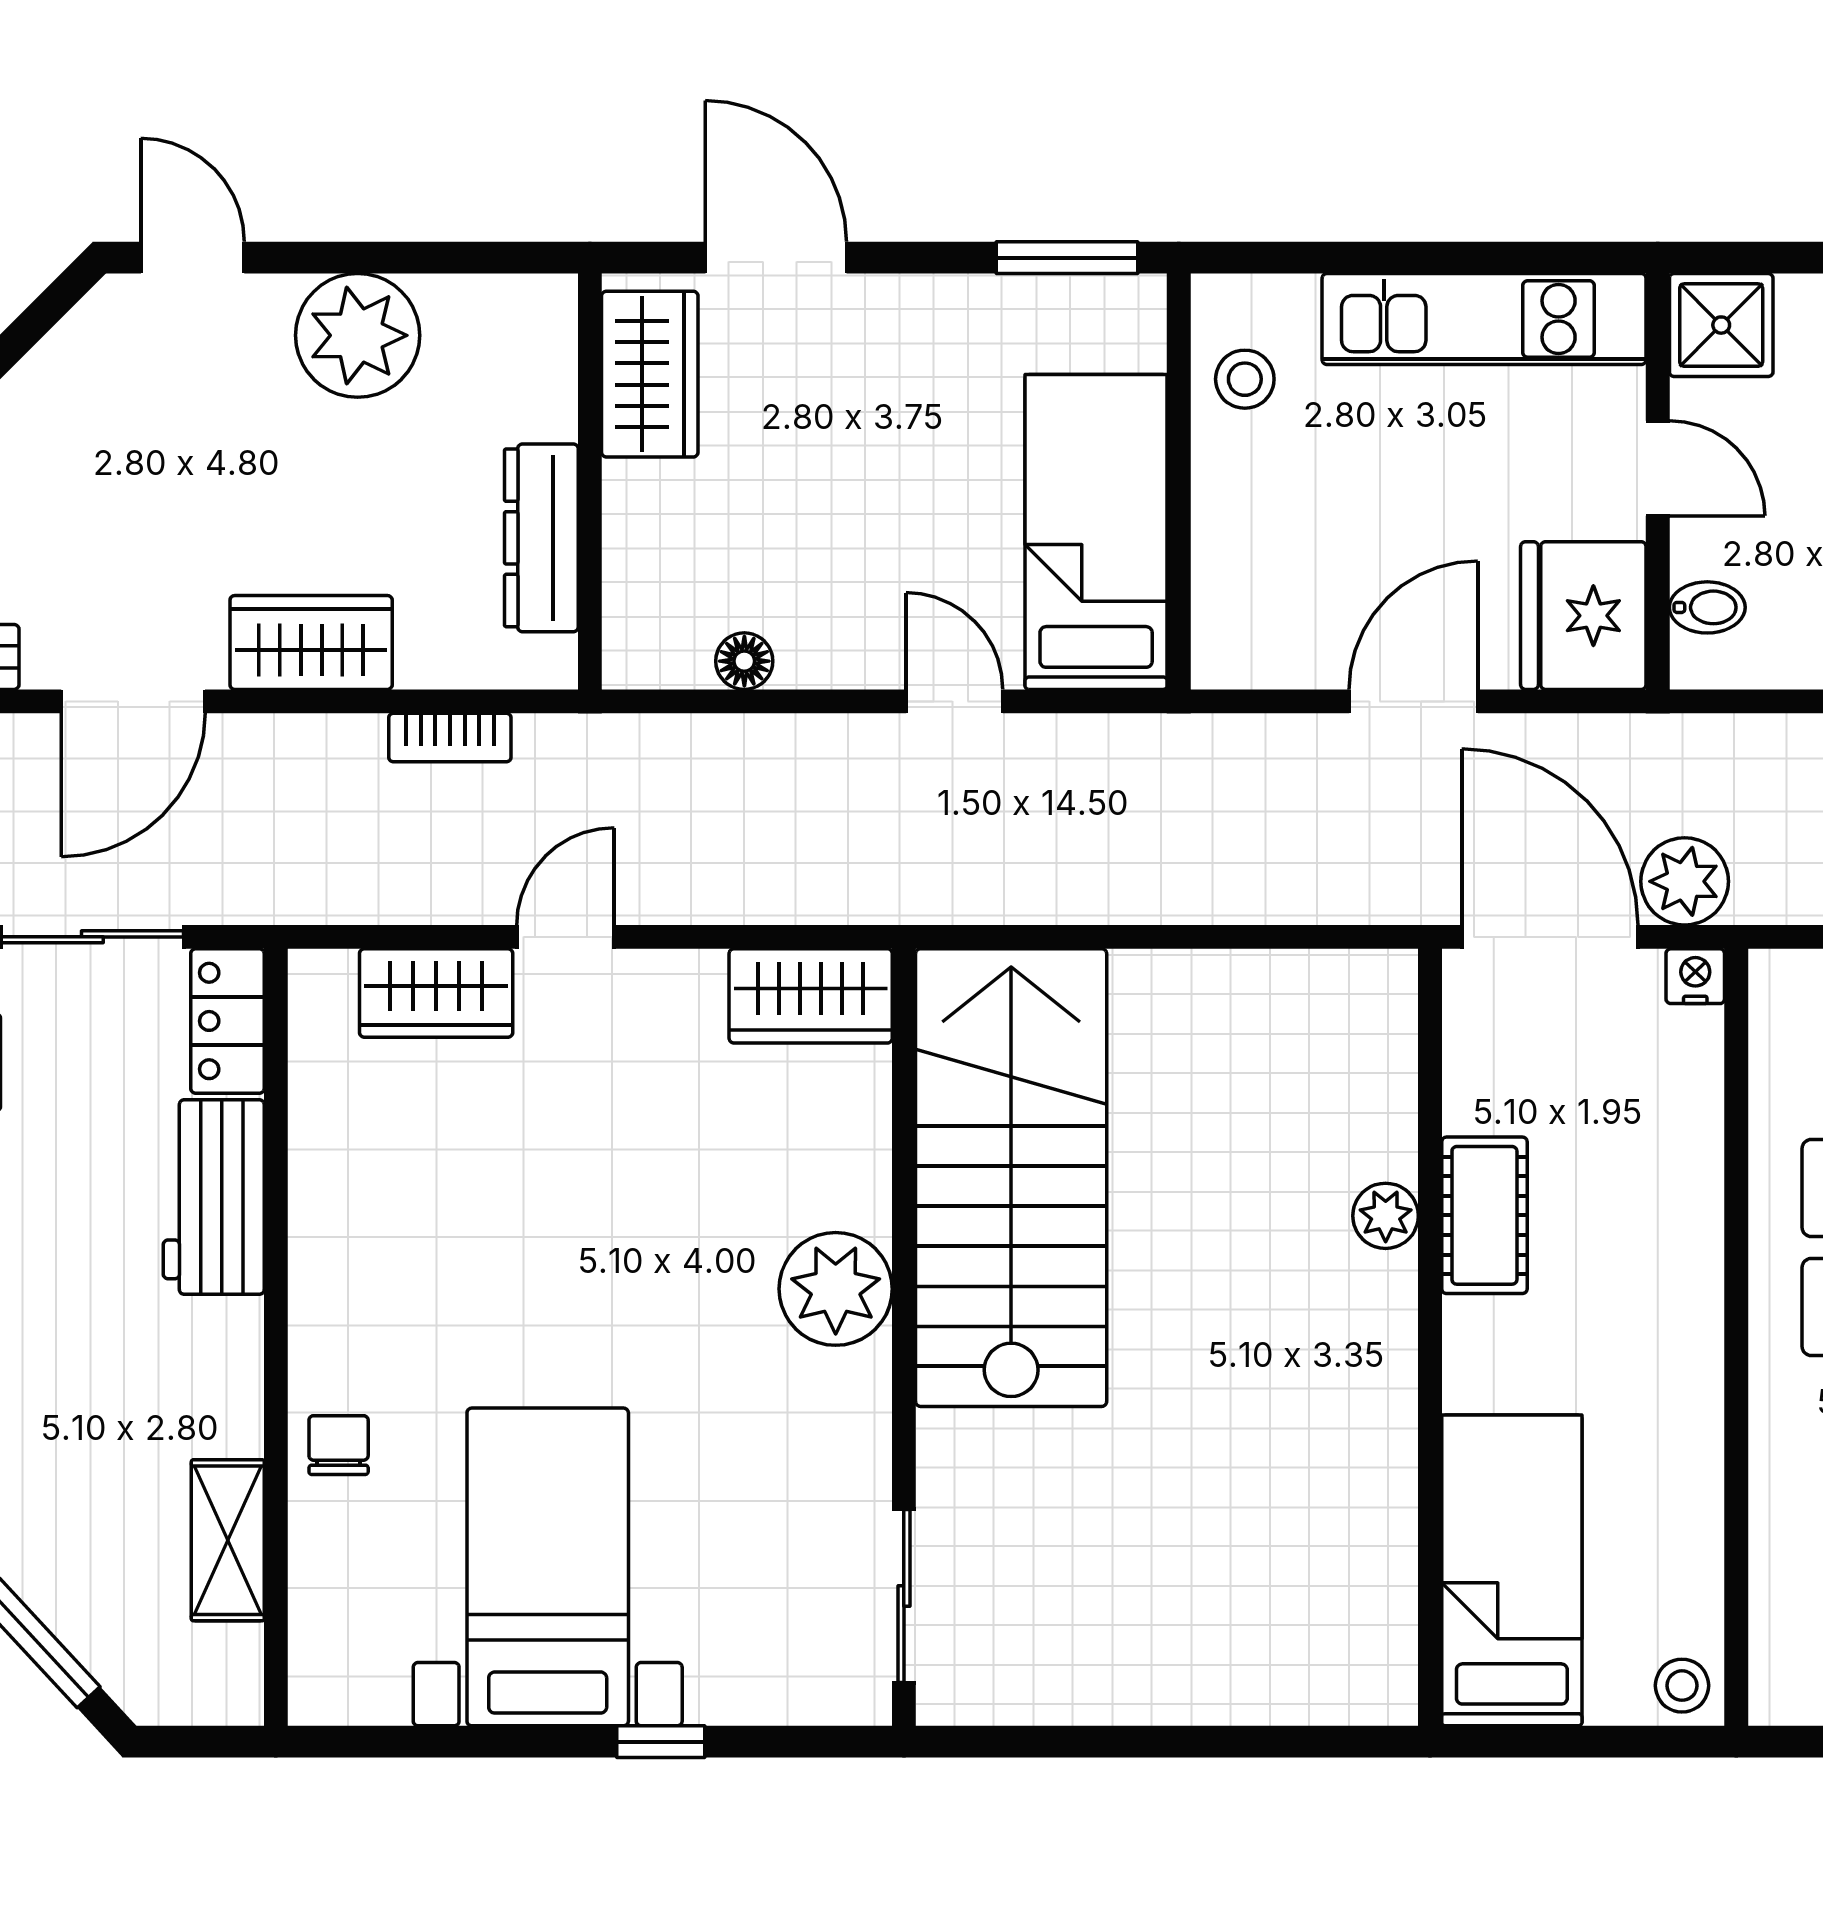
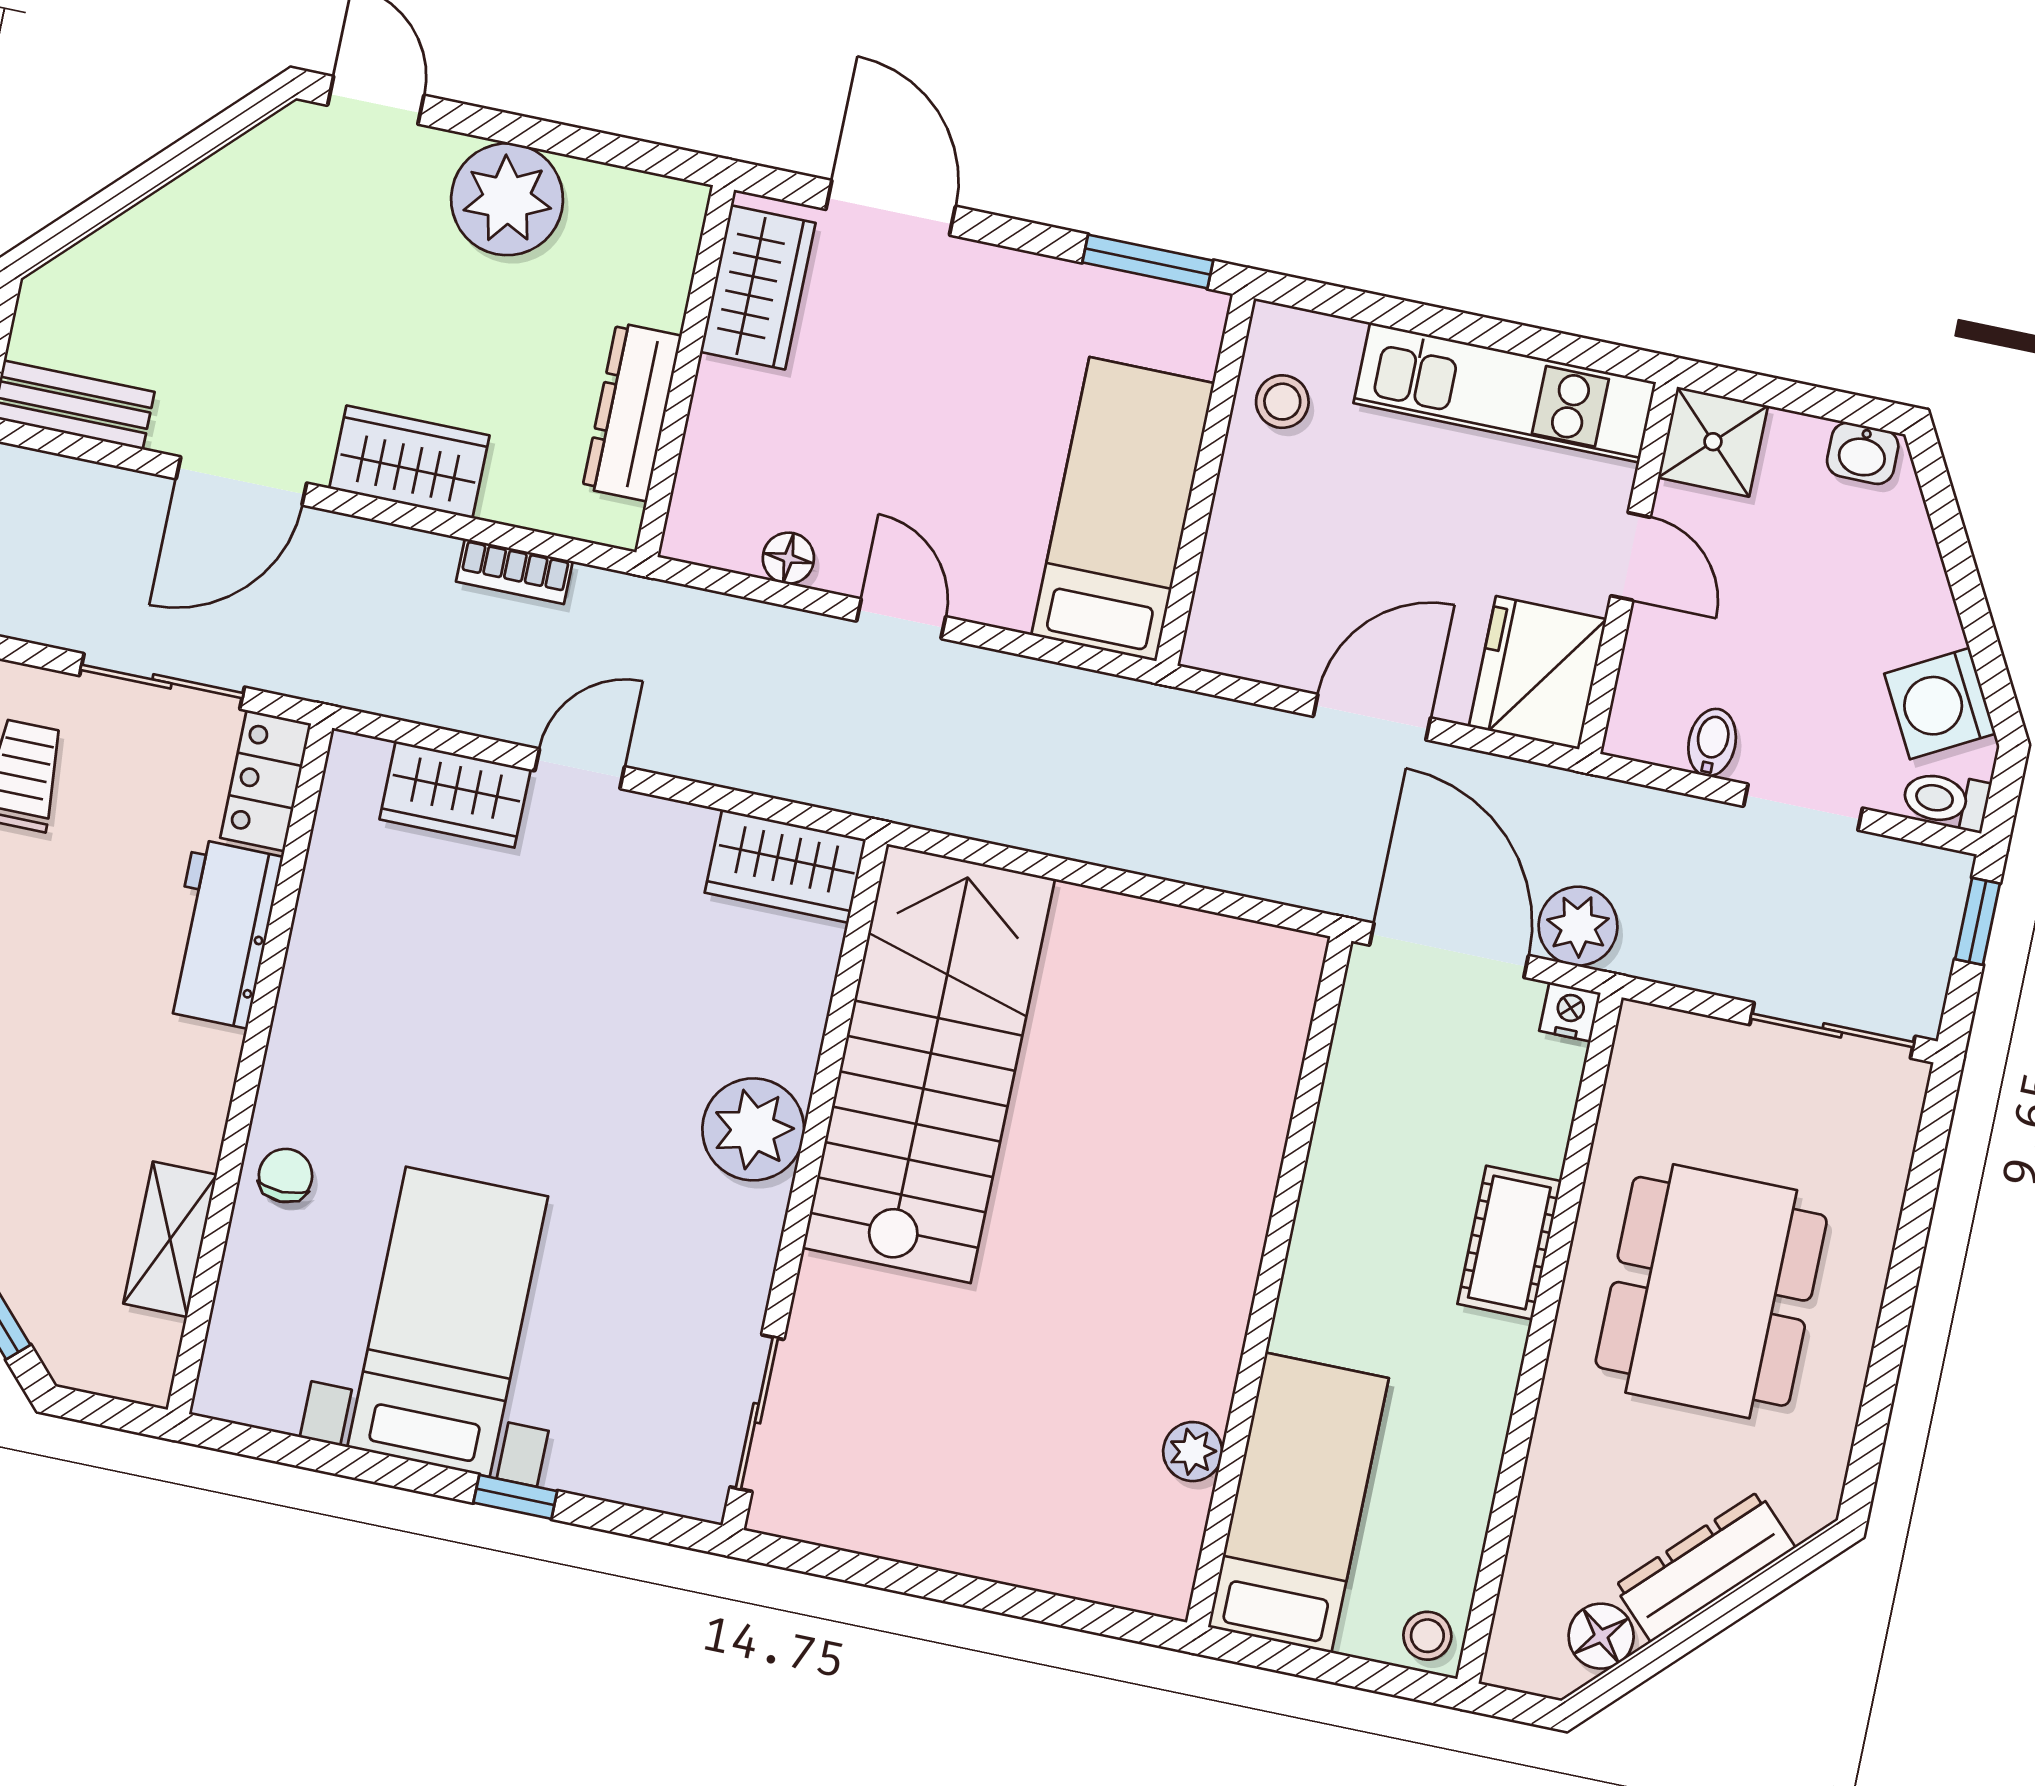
bidet: (1707, 607) -> (1712, 743), moved, turned -90
door: (954, 701) -> (901, 619), moved
cot: (1484, 1215) -> (1509, 1243), moved
plant: (1386, 1216) -> (1193, 1452), moved

